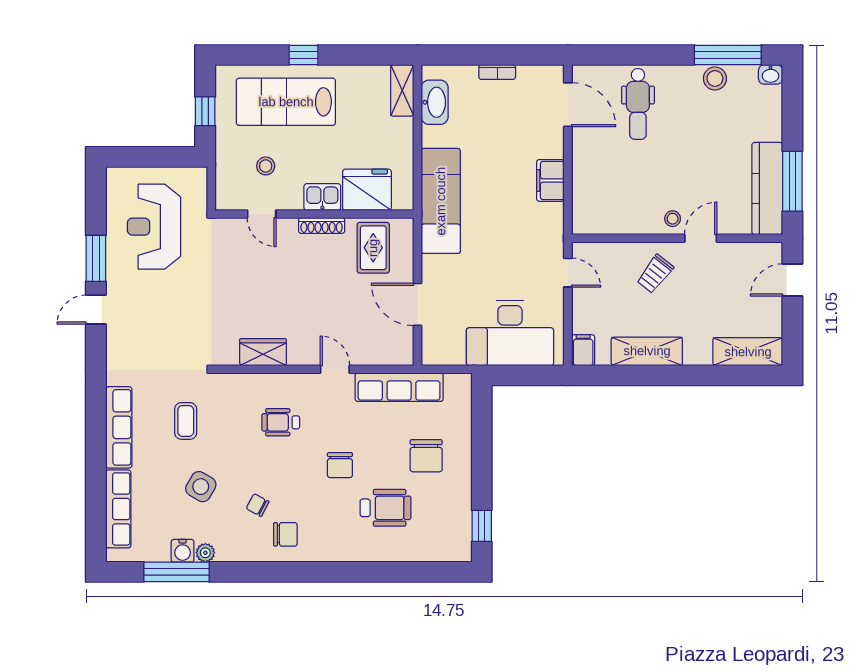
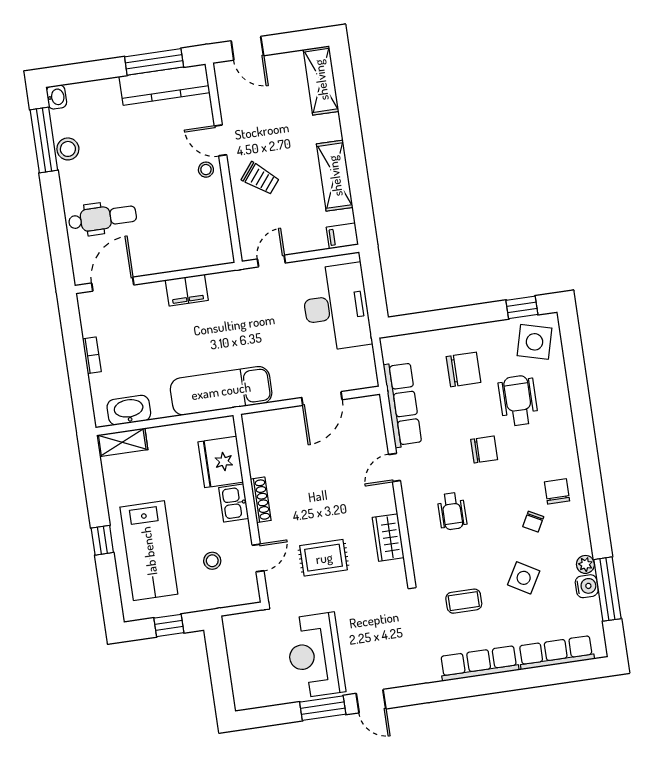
reception desk: (154, 227) -> (315, 655), moved, turned 90
rug: (373, 248) -> (324, 558), moved
side table: (444, 534) -> (534, 342), added

